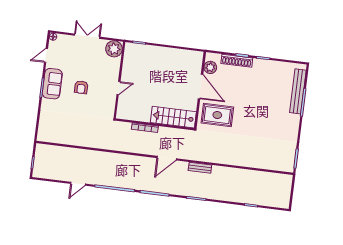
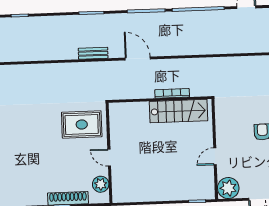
door: (201, 87) -> (109, 158), width x0.53
door: (118, 88) -> (215, 156), moved
stairs: (173, 117) -> (179, 111), moved
door: (167, 158) -> (138, 59), hinge flipped

